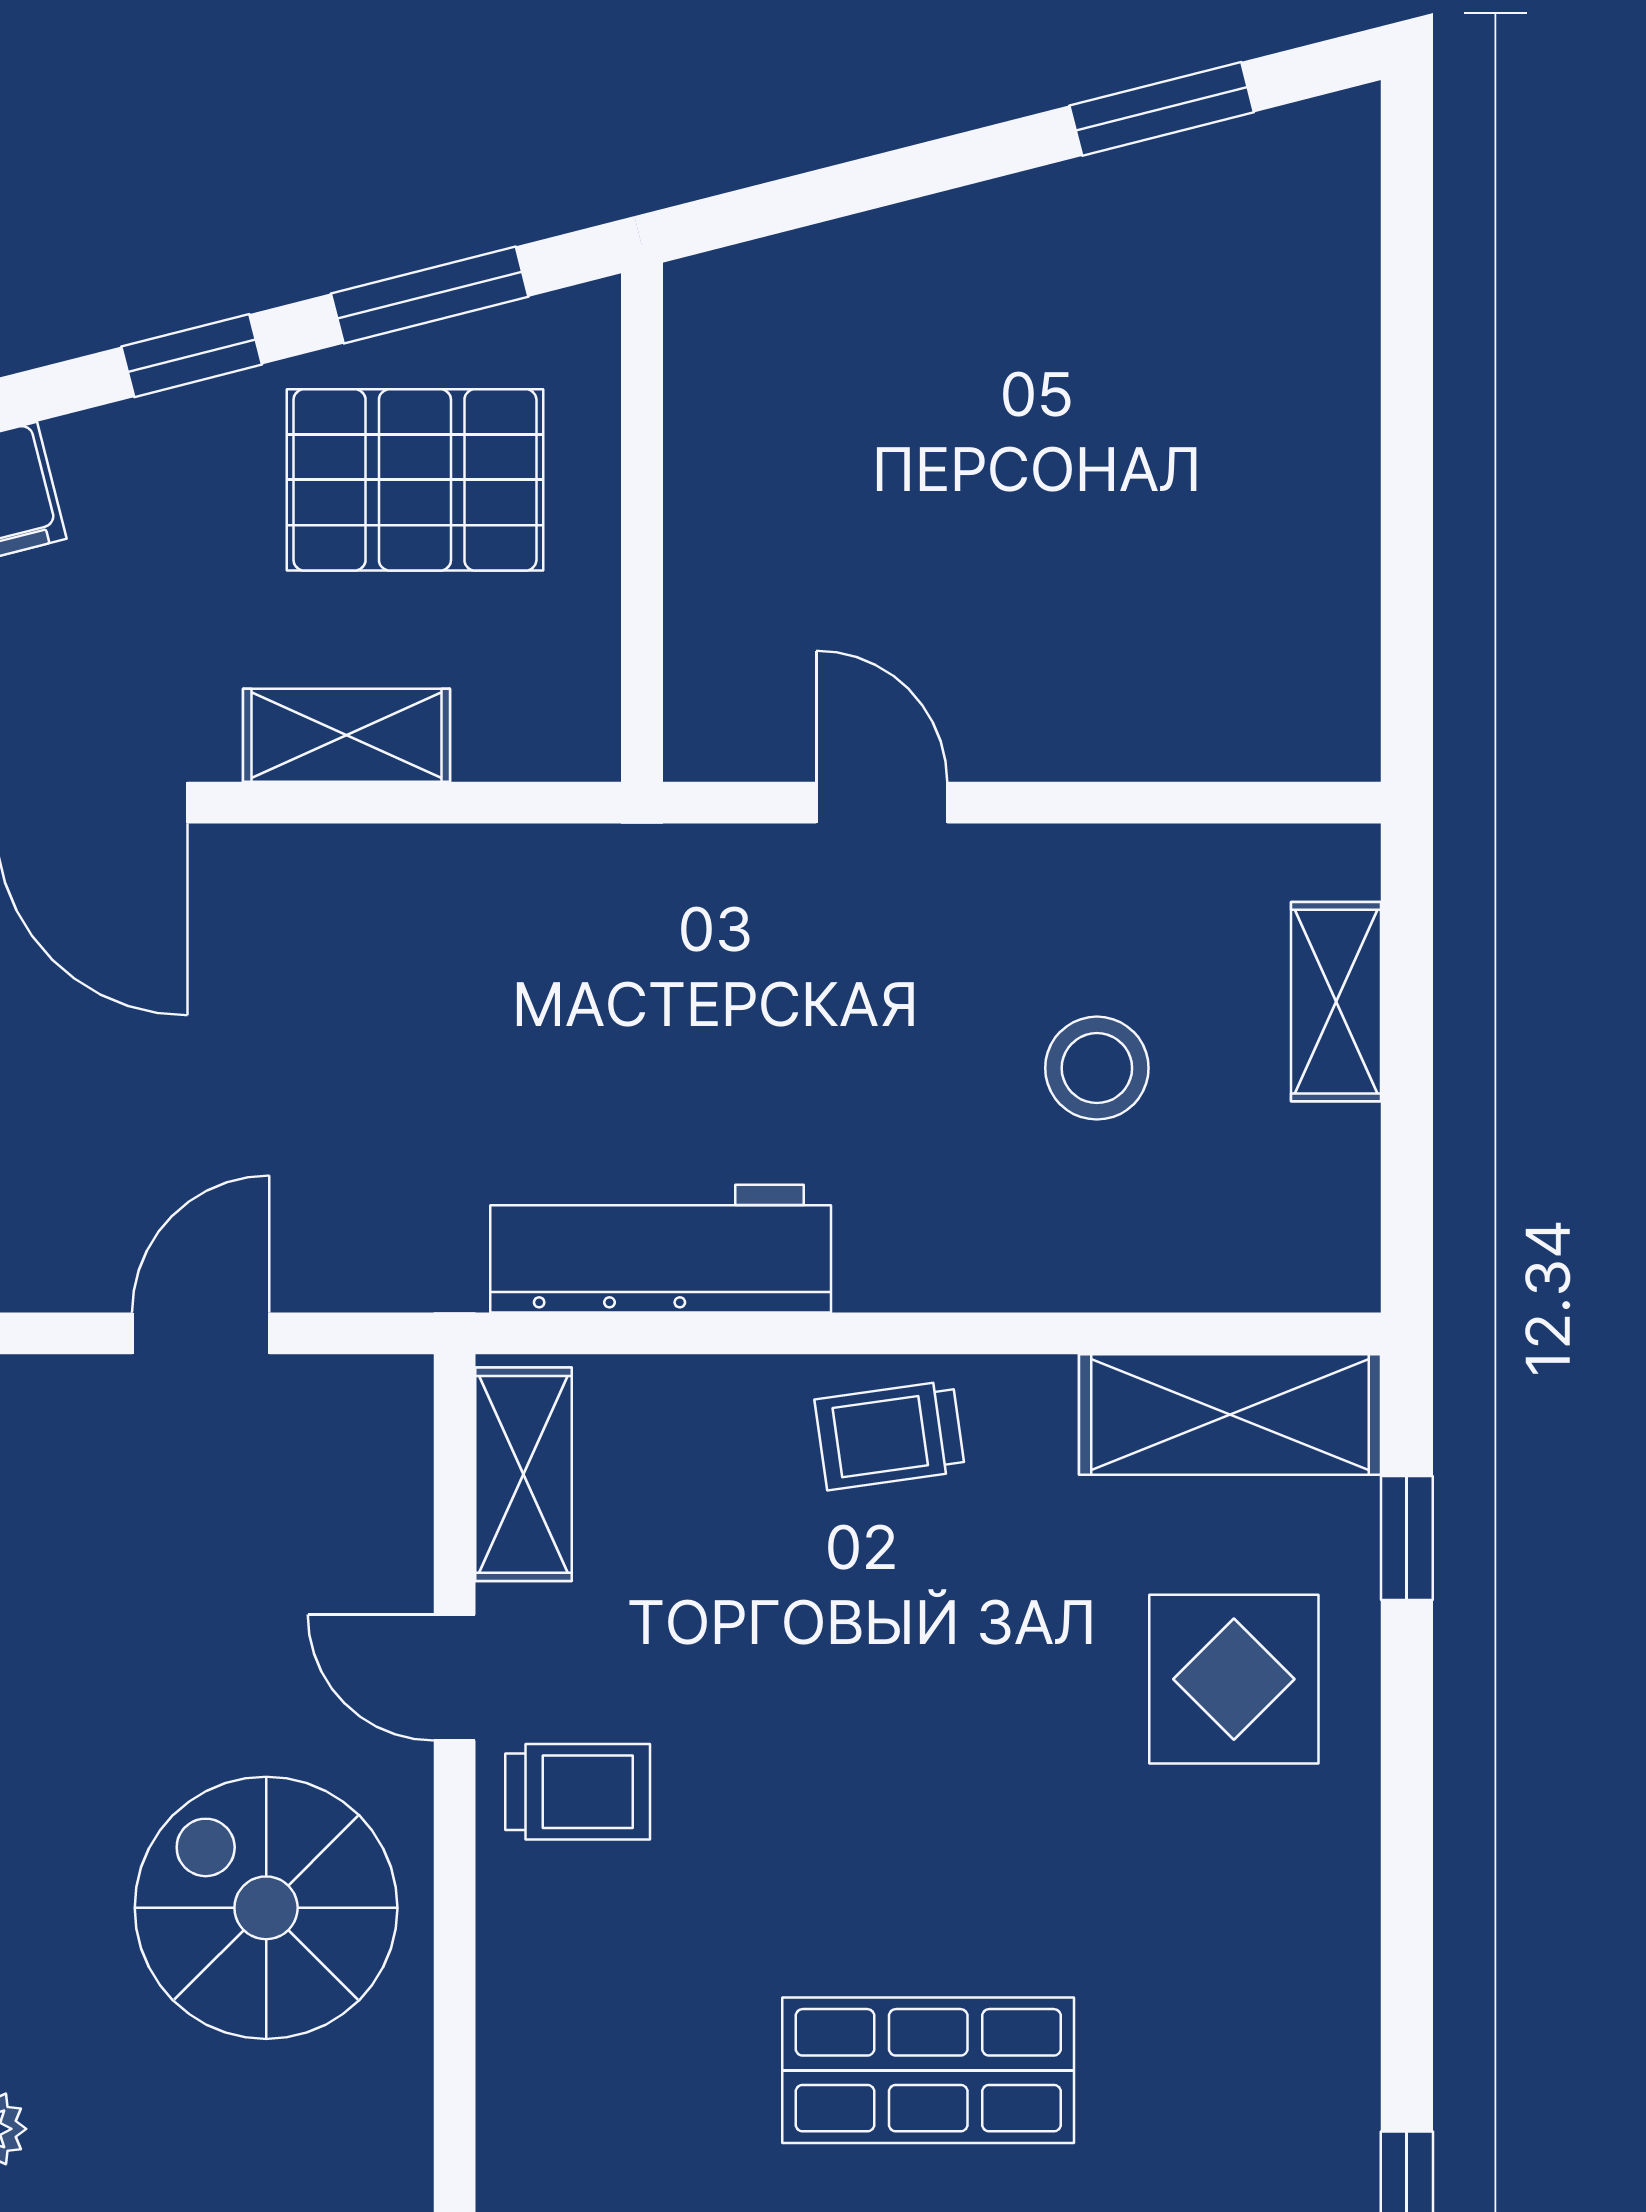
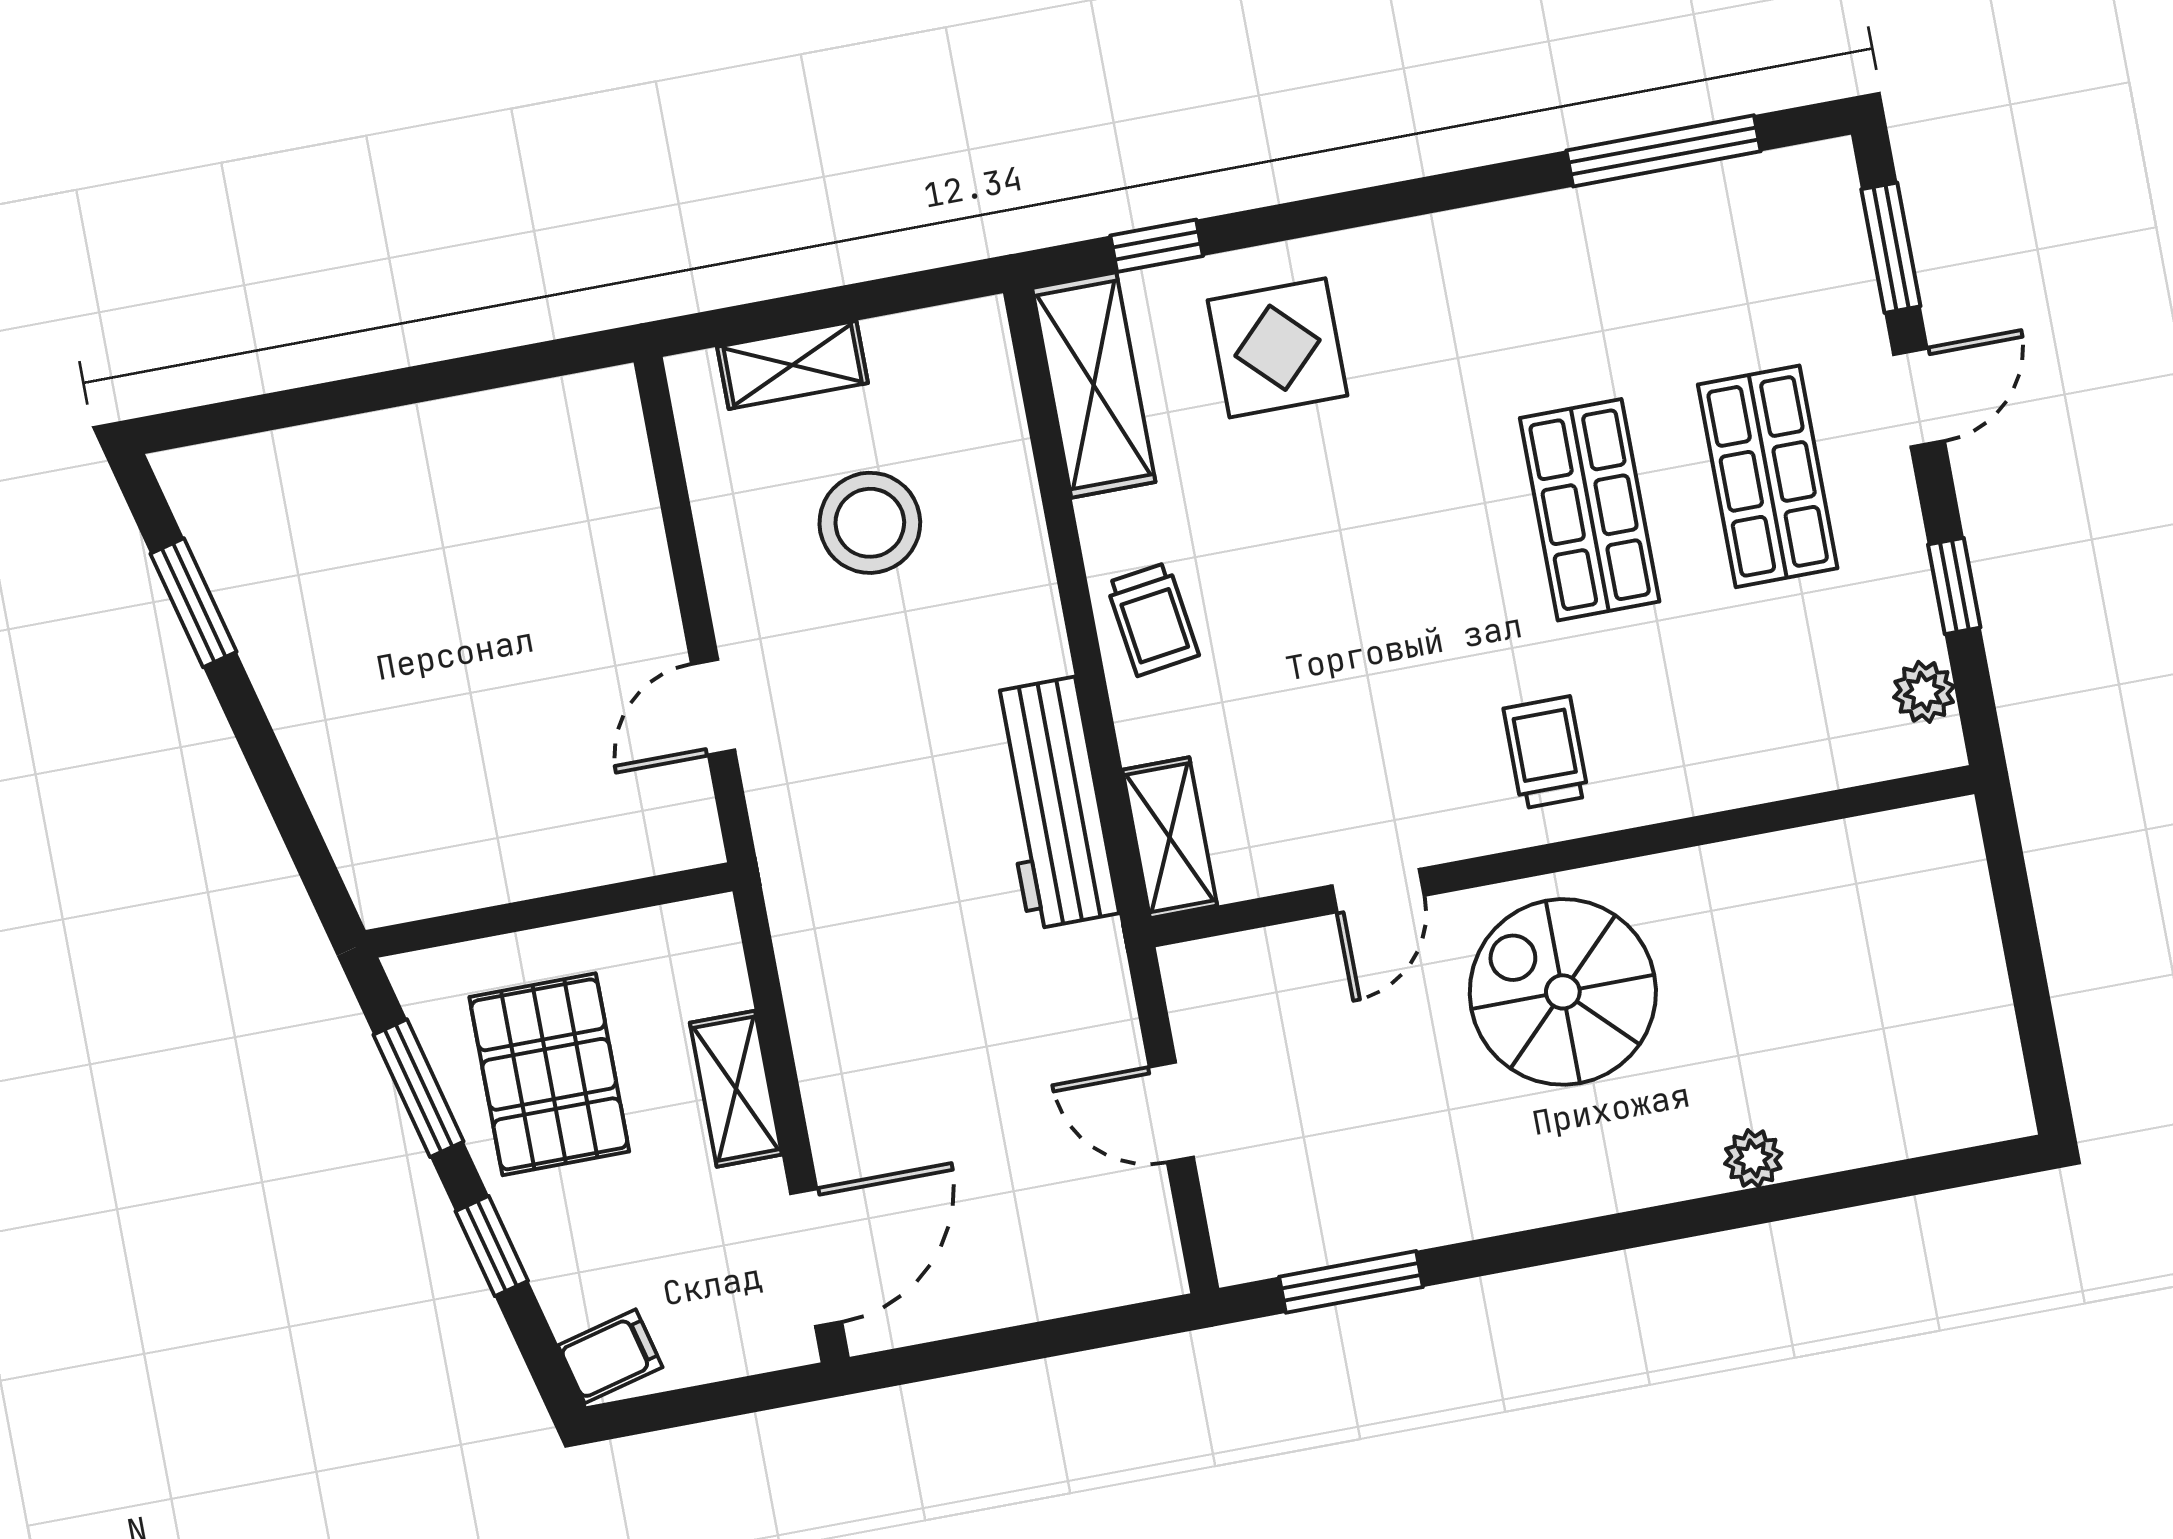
stool: (1097, 1068) -> (870, 523), width x1.38, depth x1.38
shelving: (523, 1474) -> (1170, 838), moved, turned 90
trolley: (578, 1792) -> (1546, 752), moved
spiral stairs: (266, 1908) -> (1563, 992), turned 90

